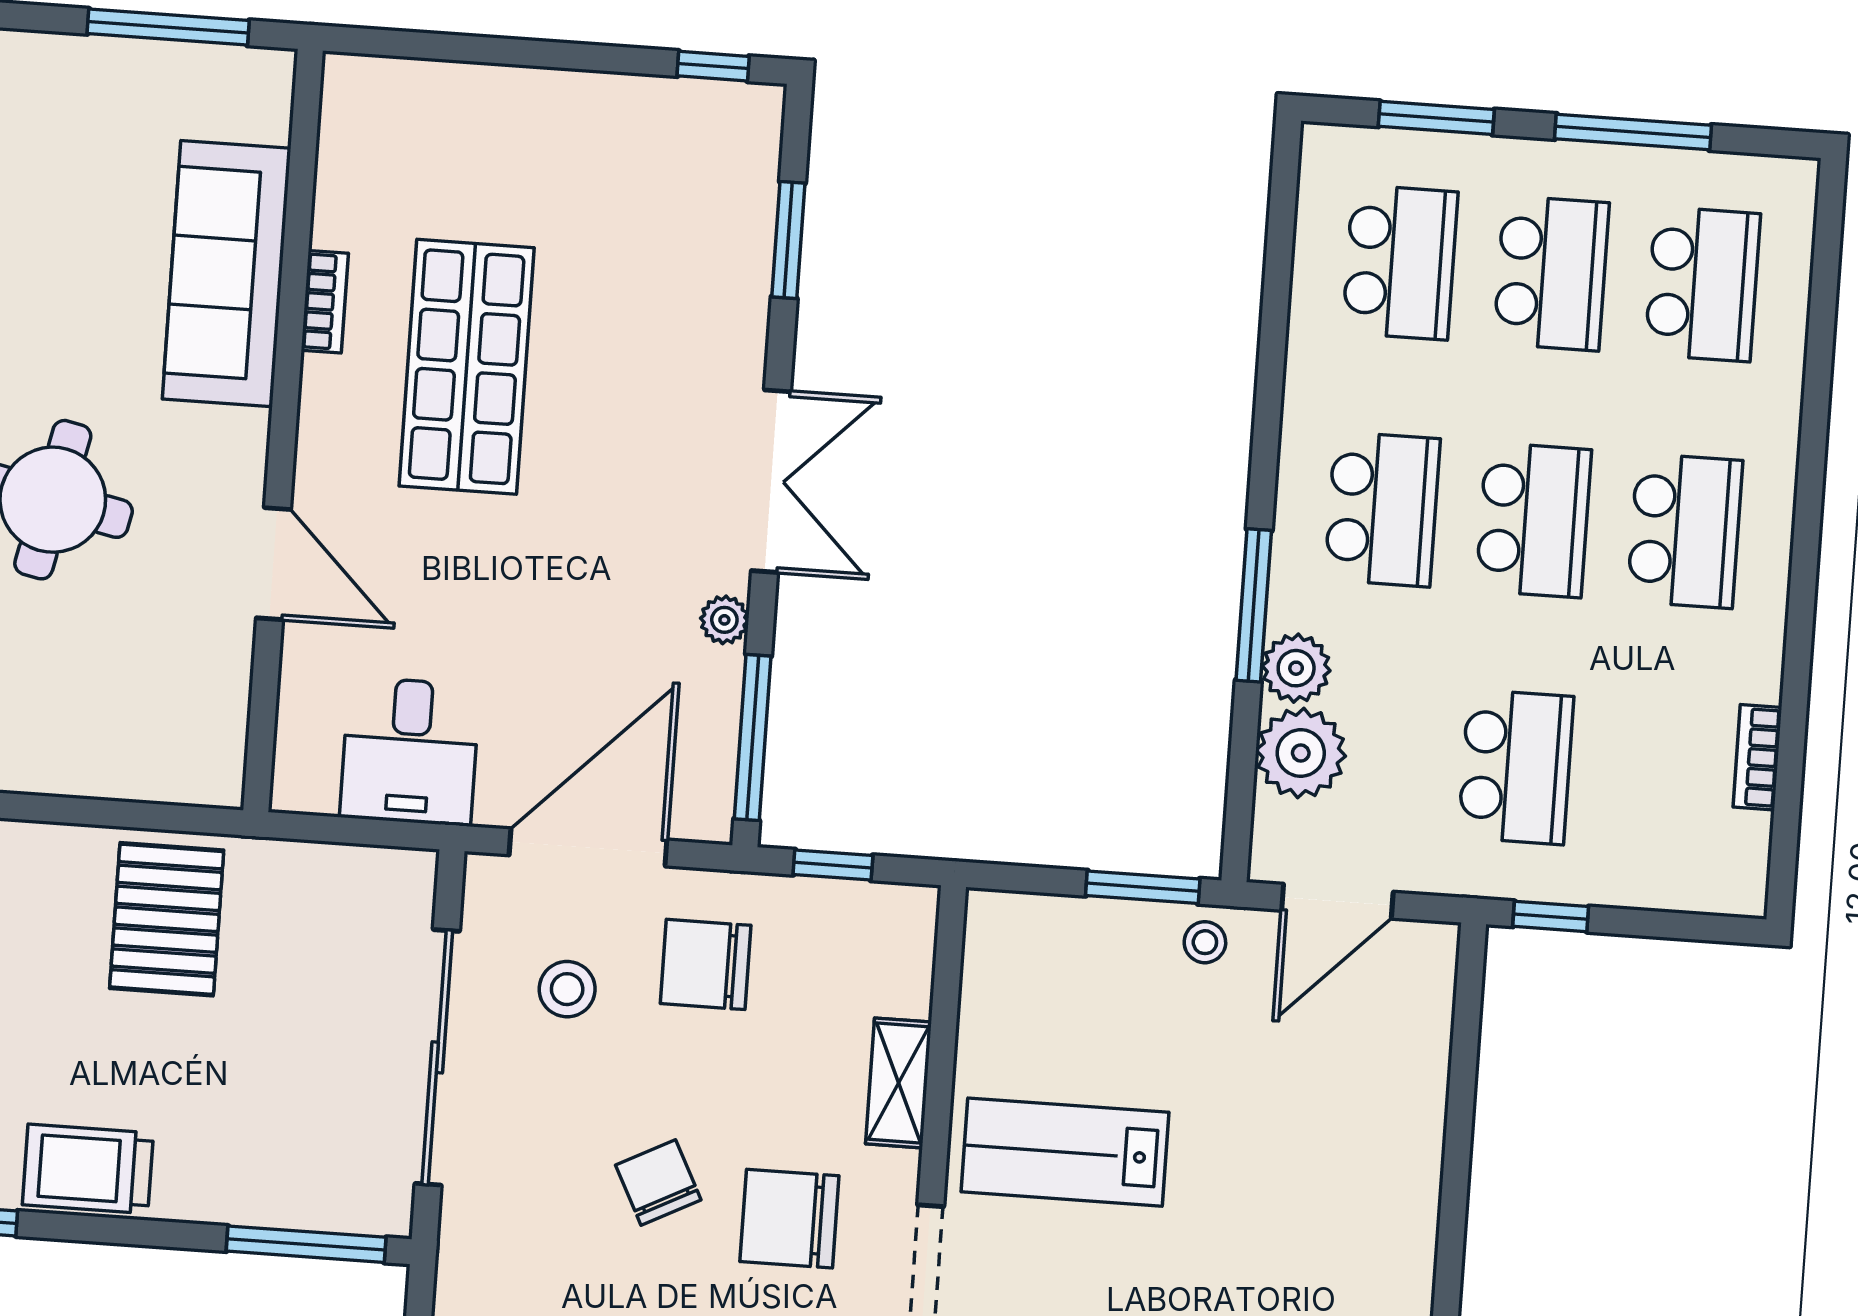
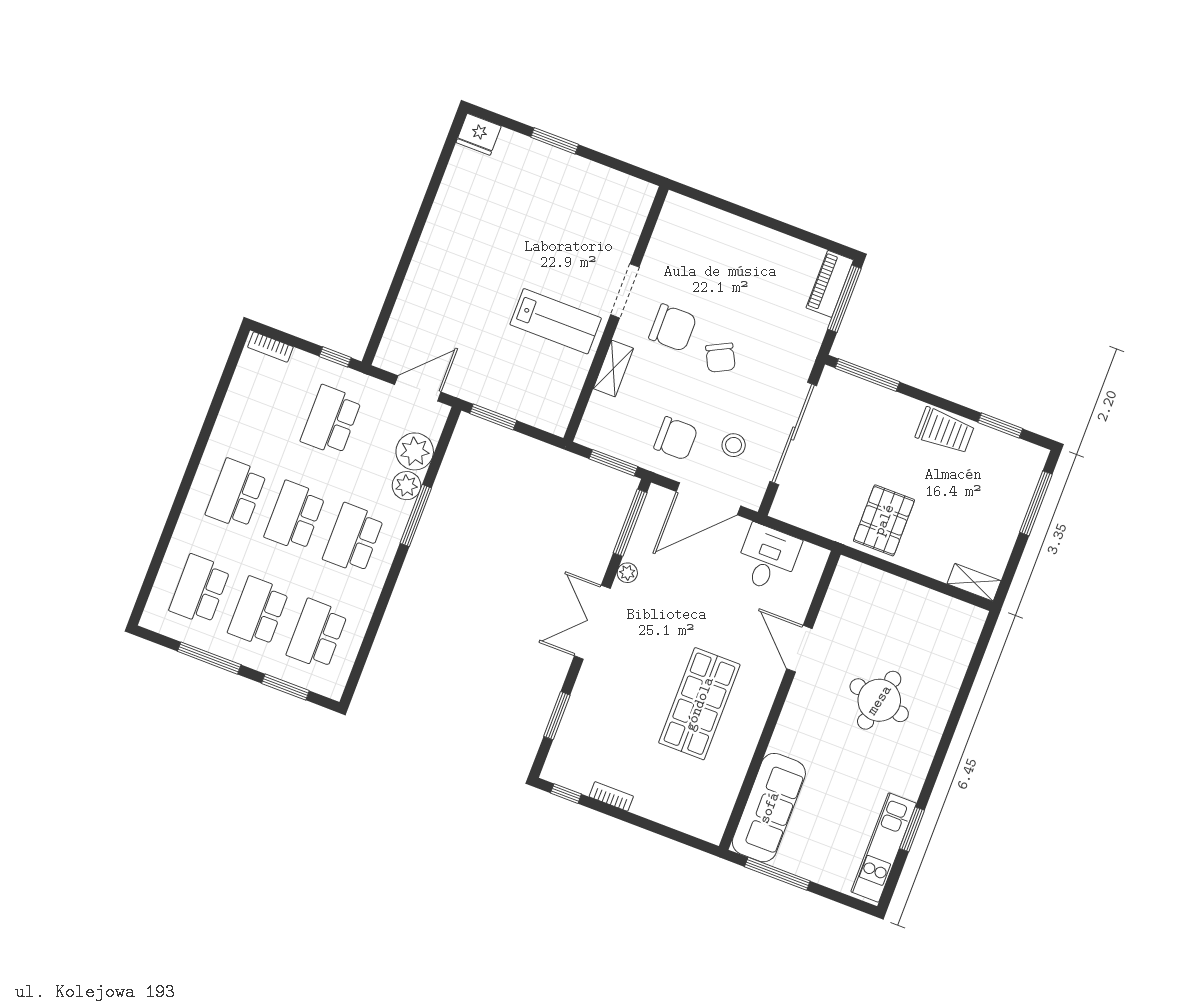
sofa: (227, 274) -> (769, 808), moved
bookcase: (325, 302) -> (611, 796), moved, turned 90
bookcase: (1757, 757) -> (270, 347), moved, turned 90
window: (833, 865) -> (613, 463), width x1.50
stool: (1205, 942) -> (475, 388), removed

